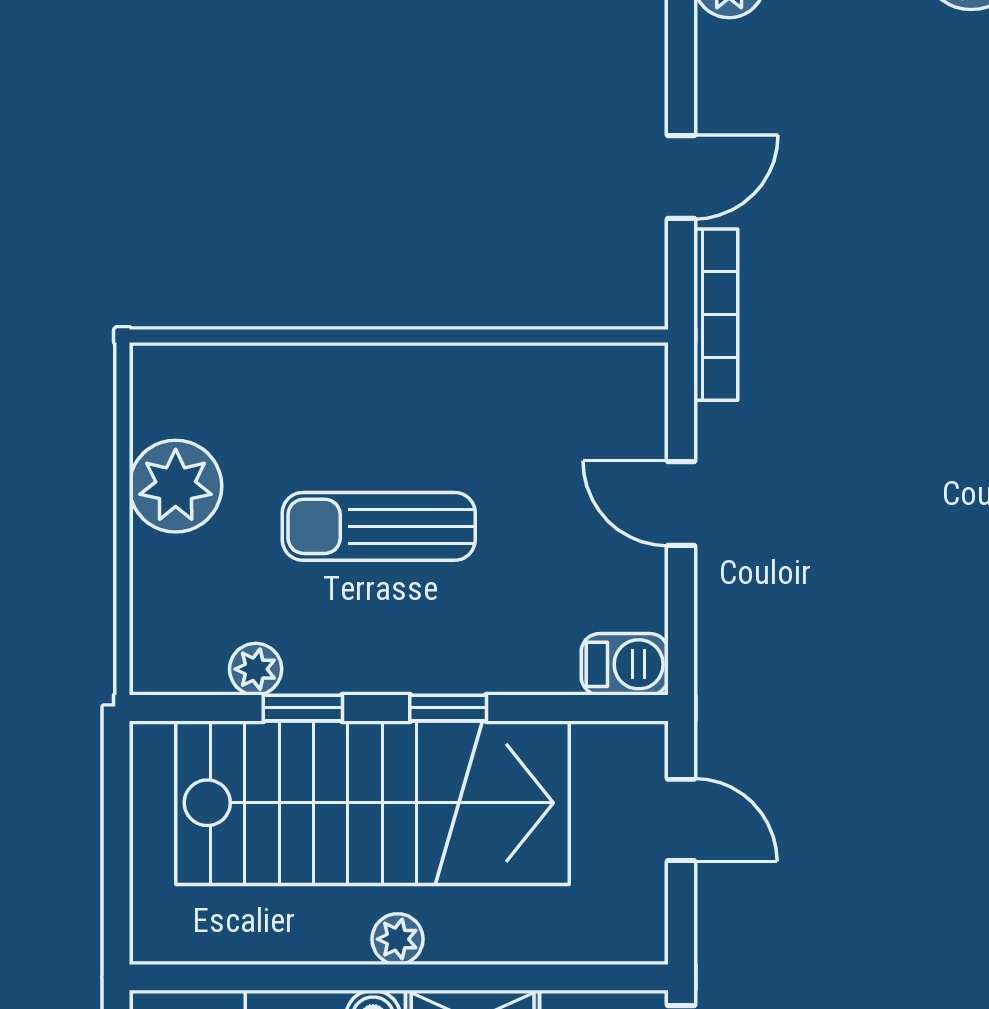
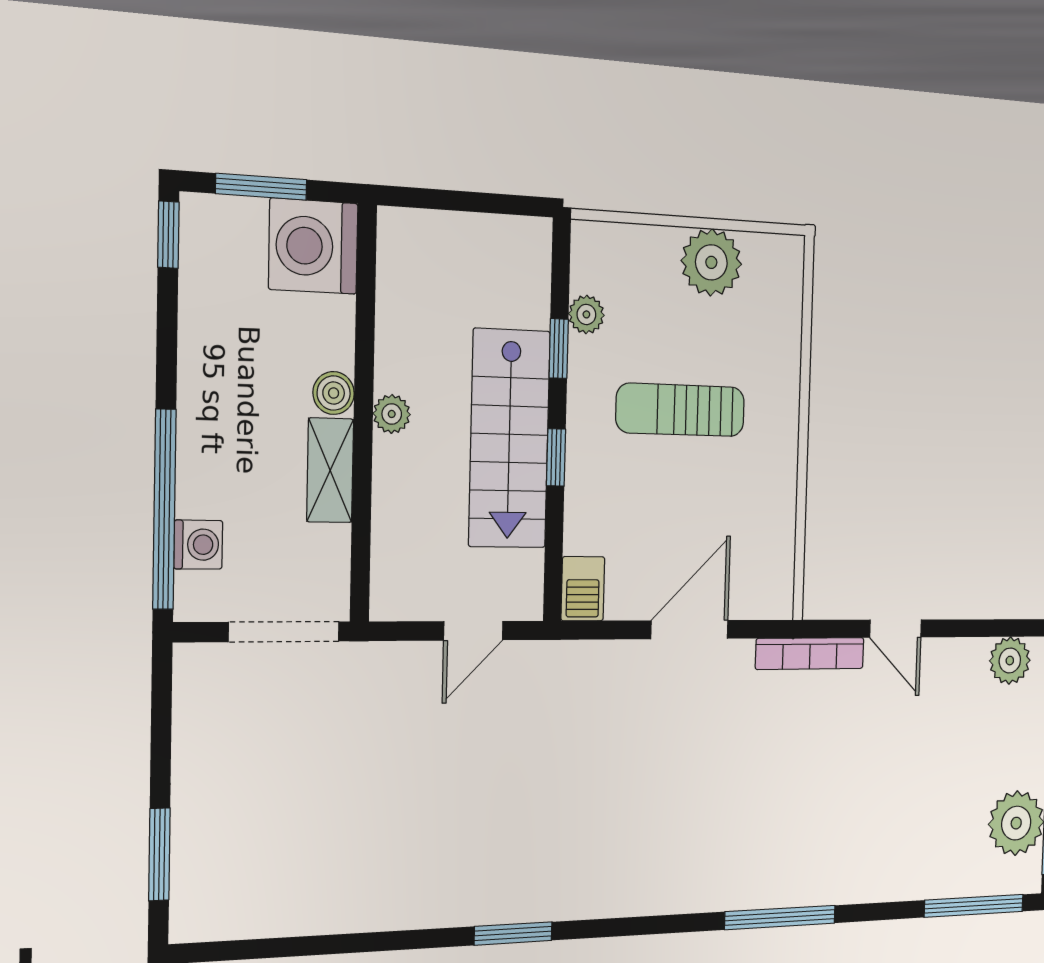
door: (681, 503) -> (690, 630), width x1.38
sun lounger: (379, 526) -> (681, 410), turned -90
stairs: (372, 803) -> (509, 439), width x0.73, depth x0.66

